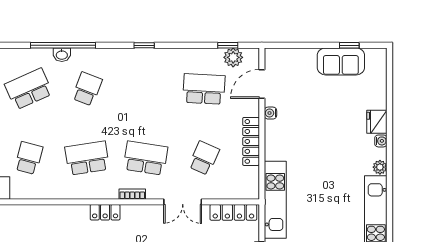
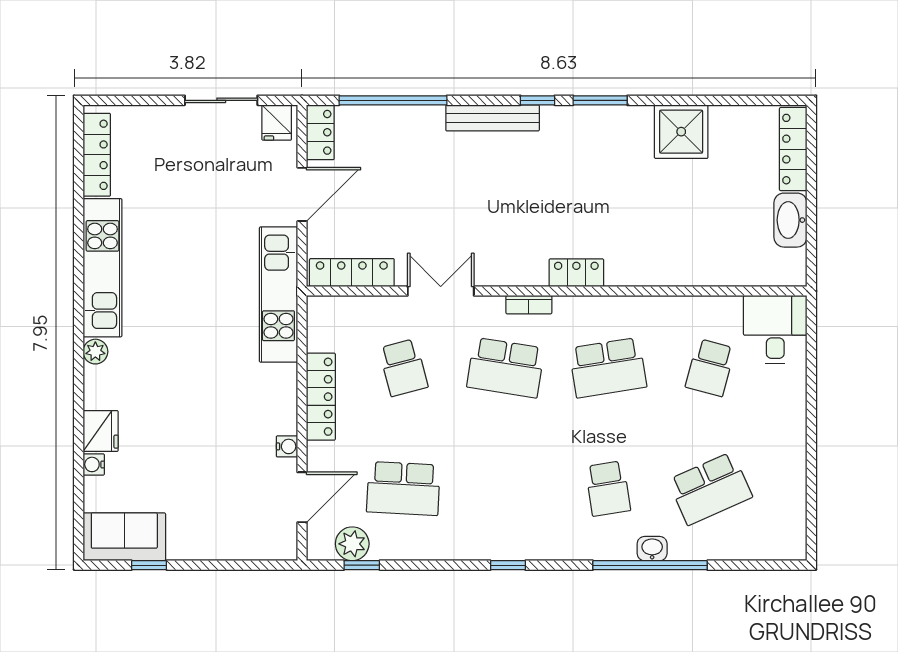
sofa: (341, 61) -> (124, 537), moved
school desk: (87, 89) -> (608, 488), turned -30
water cooler: (381, 141) -> (94, 464), moved
school desk: (204, 158) -> (403, 368), turned -39

